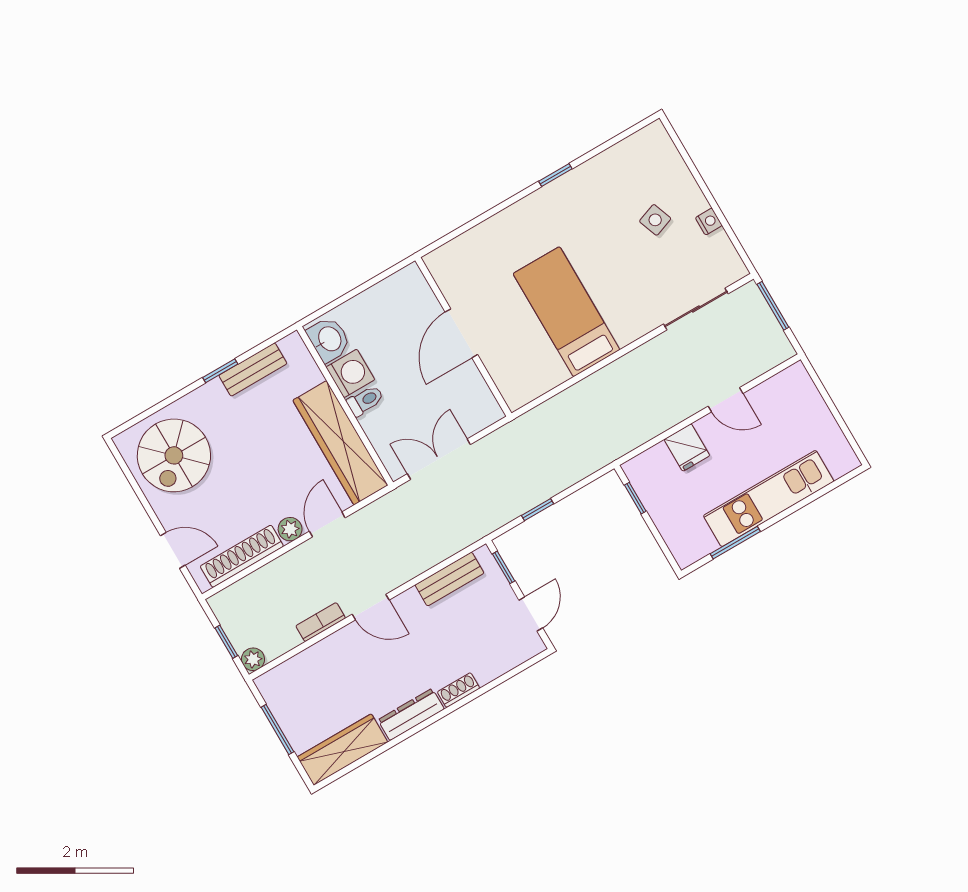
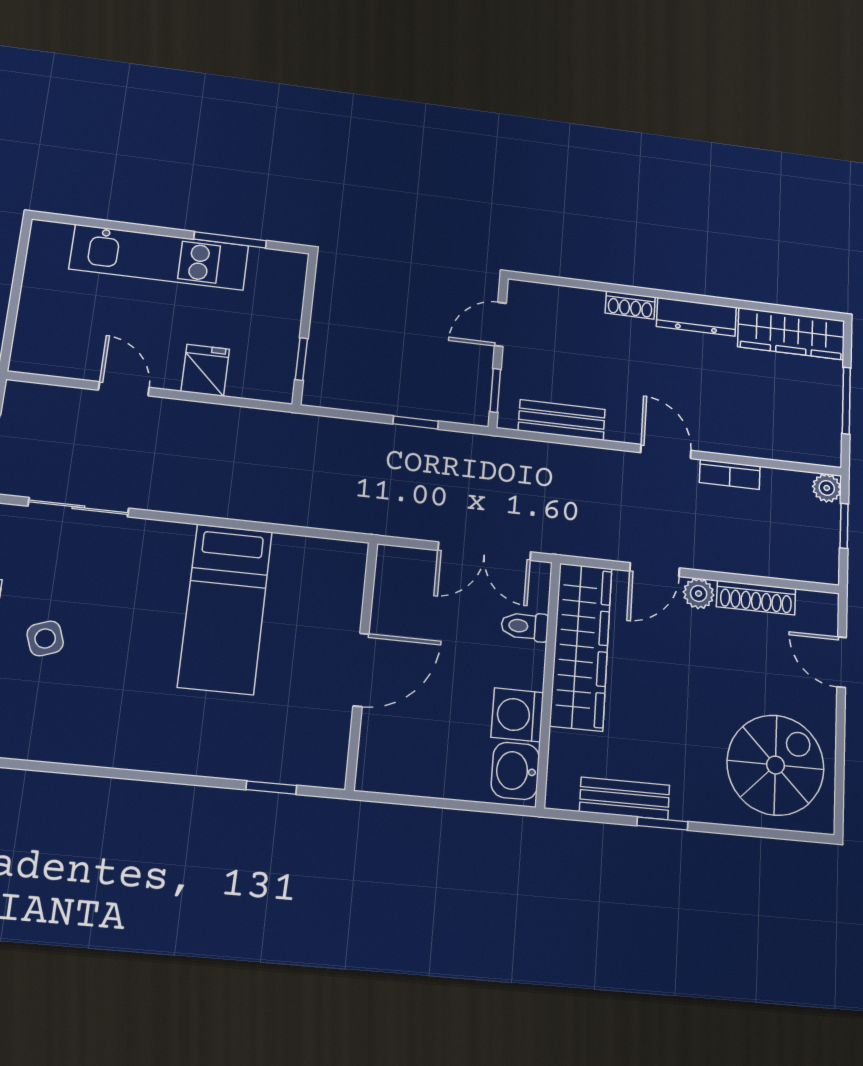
window: (555, 175) -> (271, 788), moved
toilet: (365, 401) -> (525, 626), moved
shoe rack: (242, 556) -> (756, 598), width x0.74, depth x0.81

